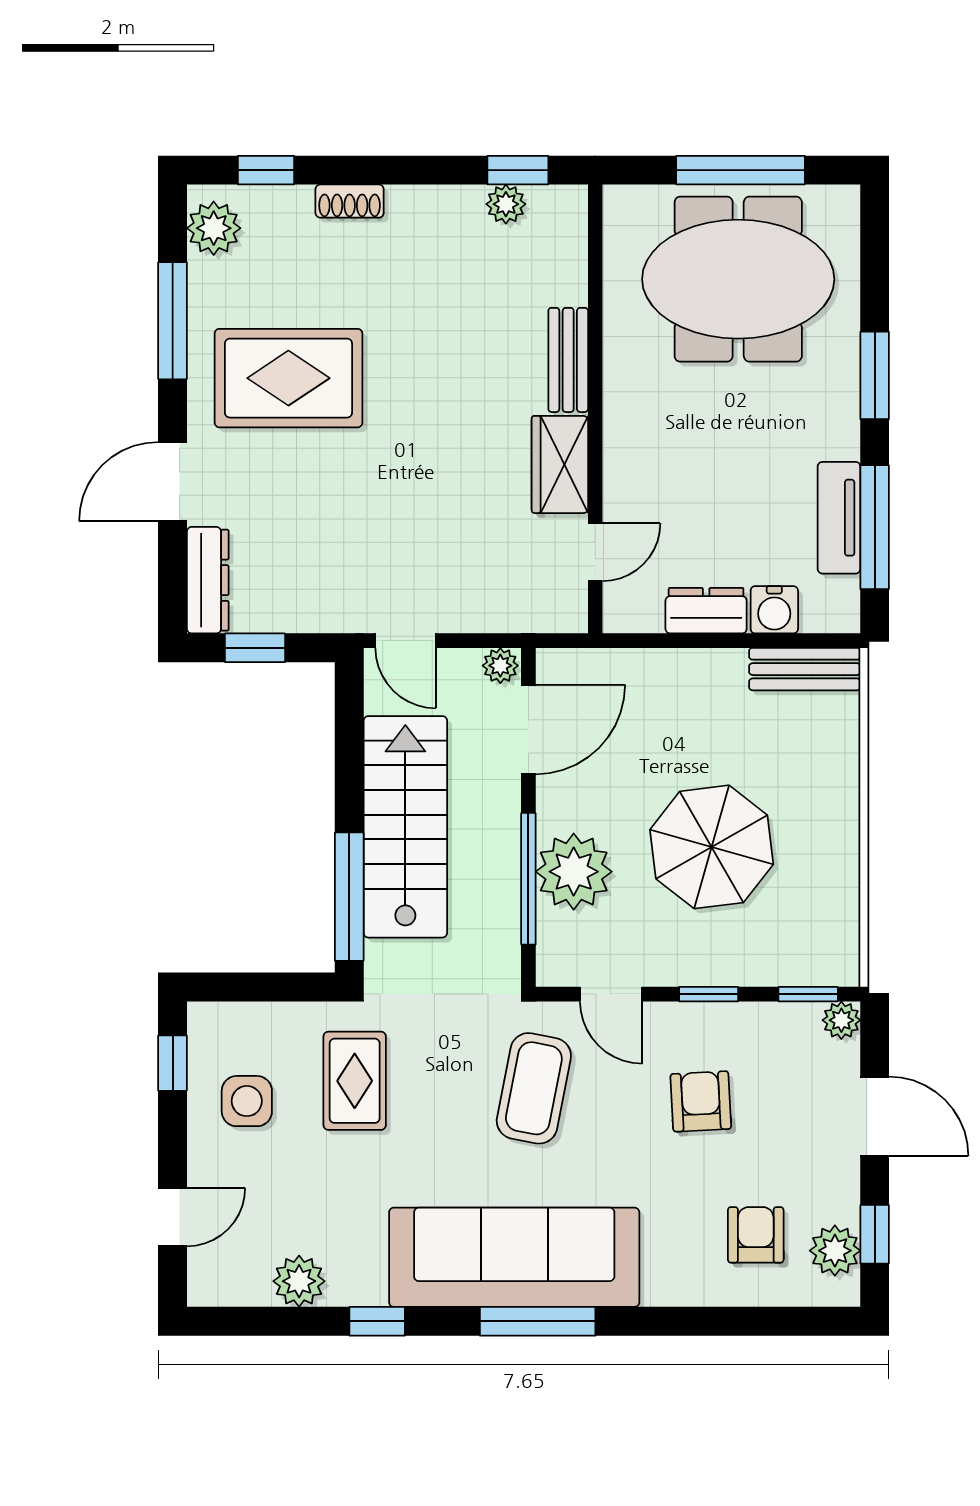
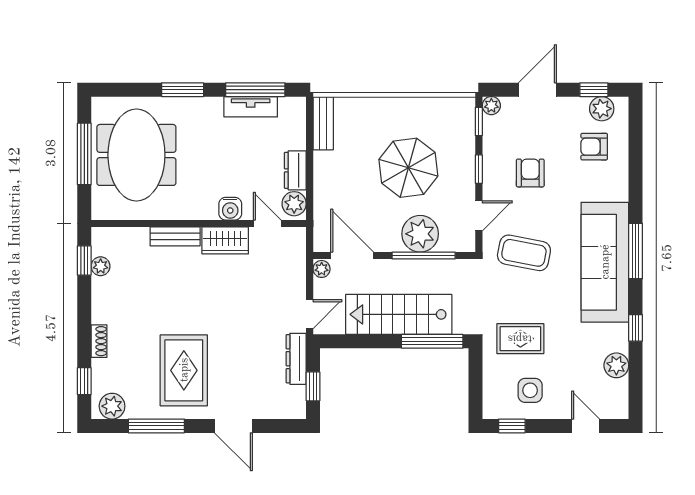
dresser: (208, 580) -> (296, 359), moved, turned -90
plant: (636, 608) -> (294, 204), added
water cooler: (774, 610) -> (230, 209), moved, turned 90
armchair: (701, 1101) -> (530, 173), turned 93

